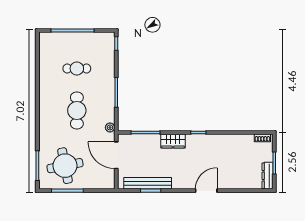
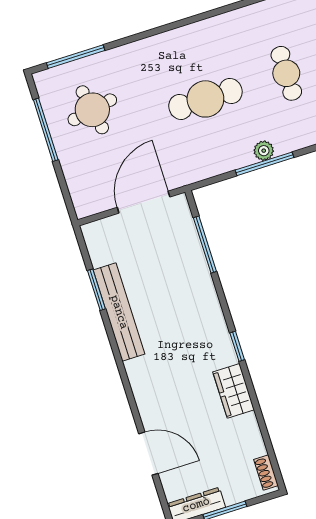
plant: (110, 127) -> (264, 151), moved
wardrobe: (173, 141) -> (234, 391), moved
round table: (65, 166) -> (92, 110), width x0.73, depth x0.73
bench: (148, 183) -> (119, 312), moved
door: (206, 191) -> (148, 454), moved

